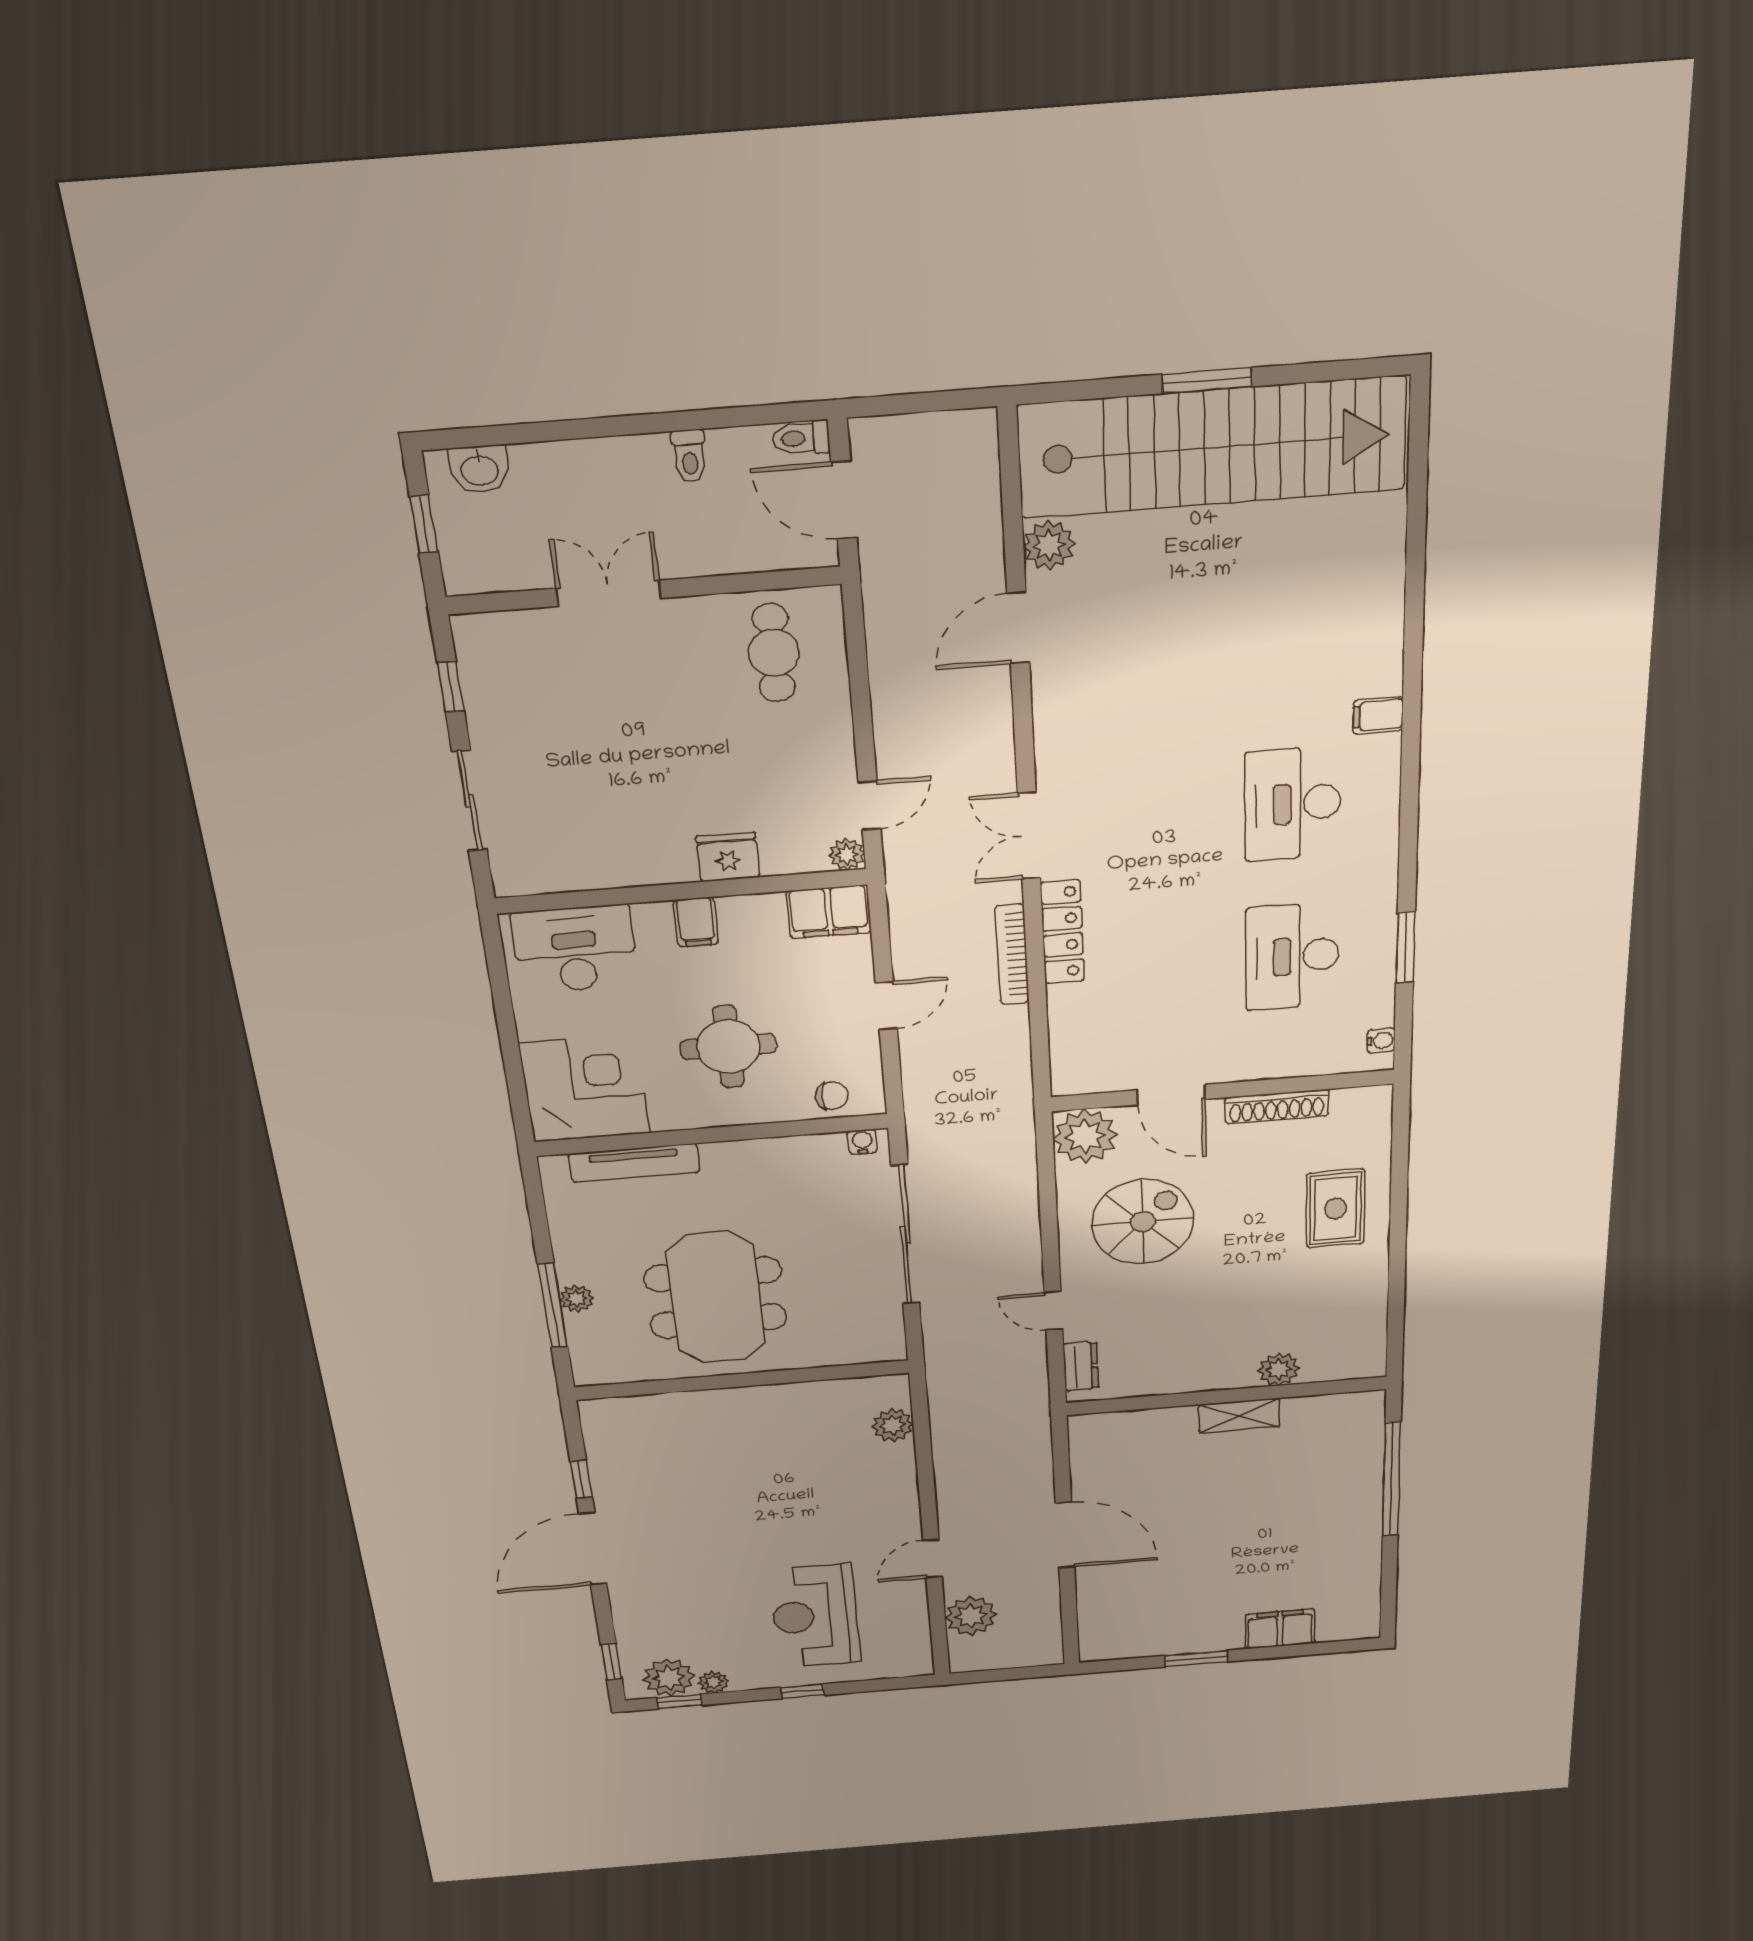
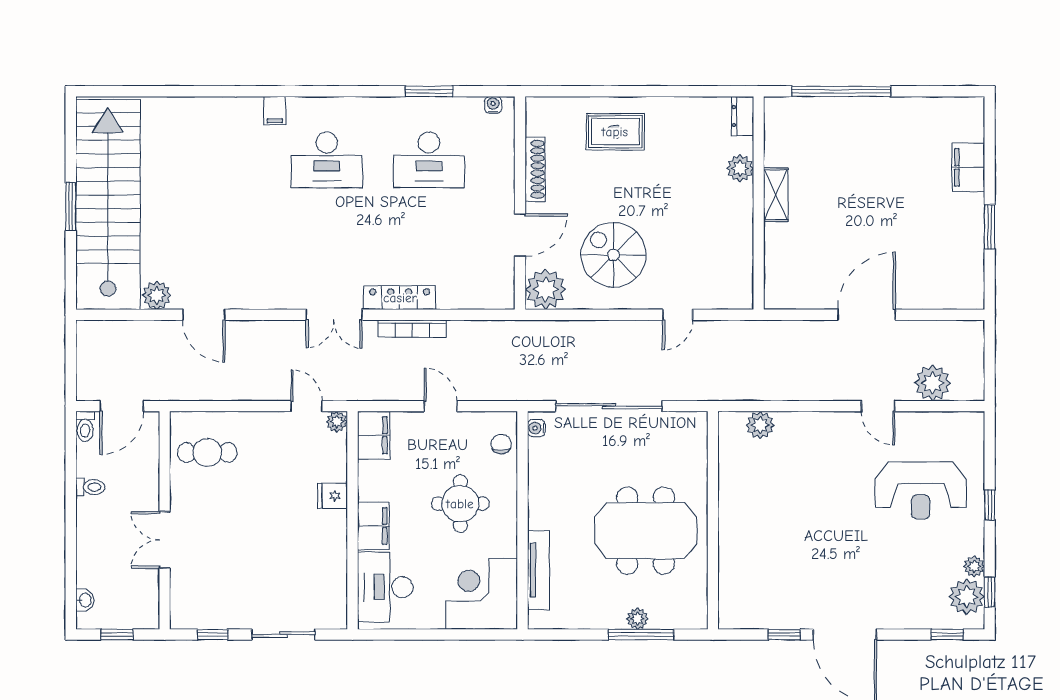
washbasin: (480, 469) -> (85, 600), width x0.72, depth x0.69
fridge: (728, 857) -> (332, 496), width x0.72
filing cabinet: (696, 922) -> (373, 526), width x2.00
dresser: (1081, 1366) -> (742, 116), moved, turned -90

